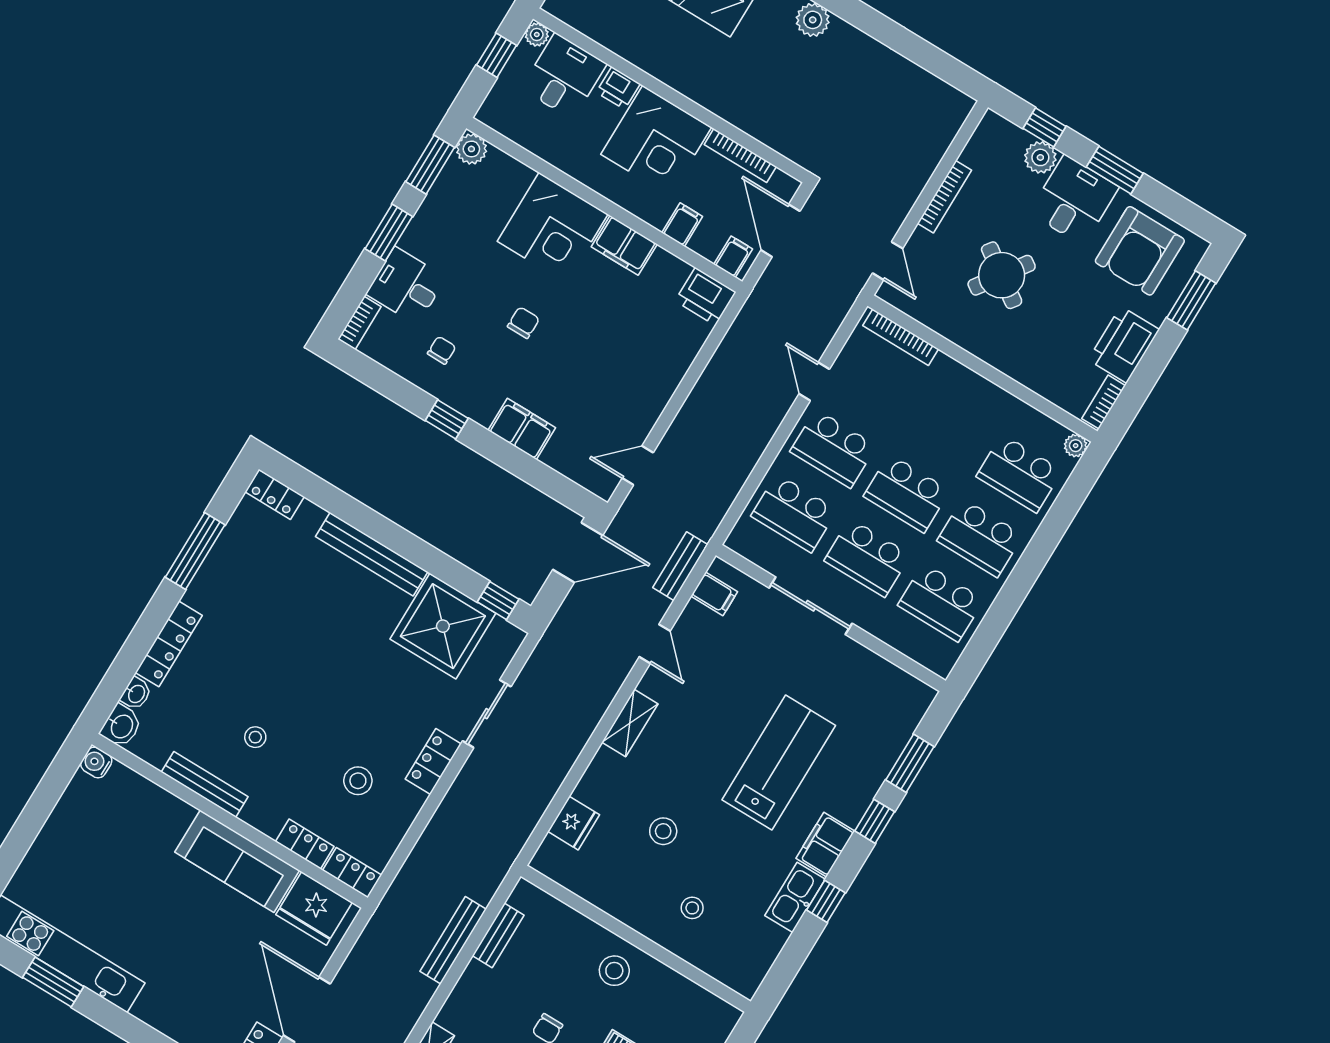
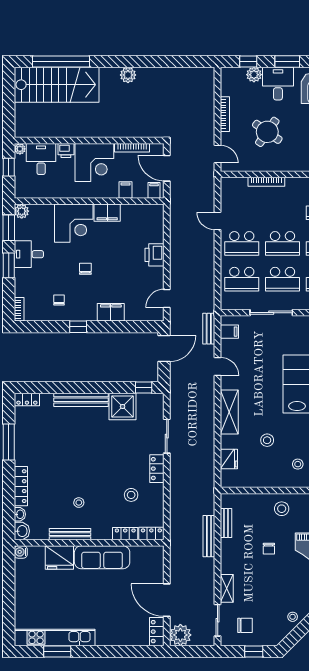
desk: (406, 286) -> (29, 254), moved
printer: (705, 296) -> (155, 255), moved, turned 90
bookcase: (901, 337) -> (266, 182), moved
shower: (443, 626) -> (123, 406), width x0.73, depth x0.73
shelving: (630, 723) -> (229, 412), width x1.50, depth x1.33
fridge: (314, 908) -> (59, 557), moved

